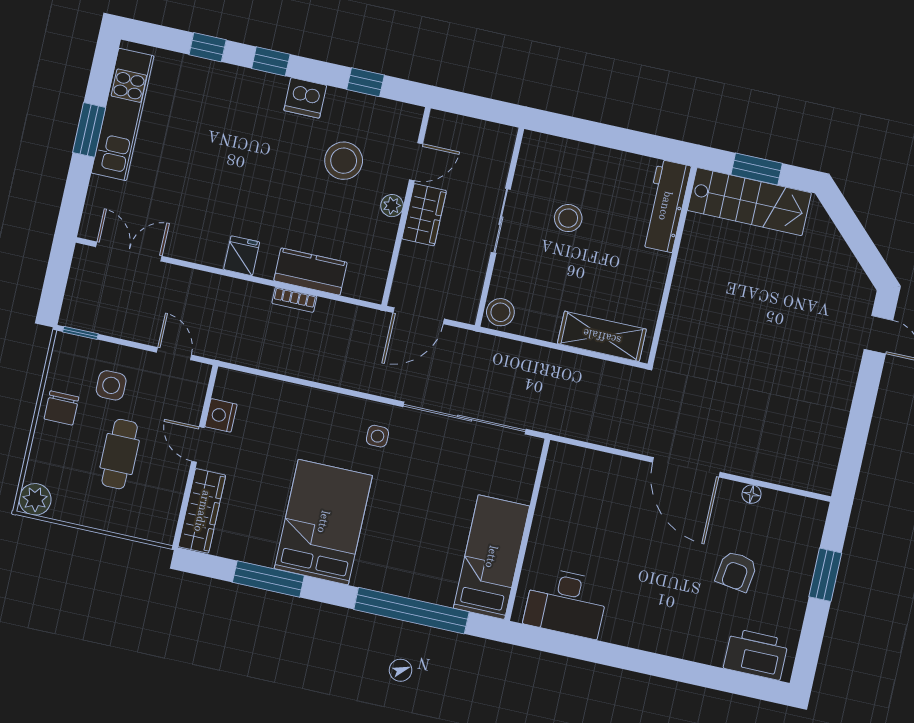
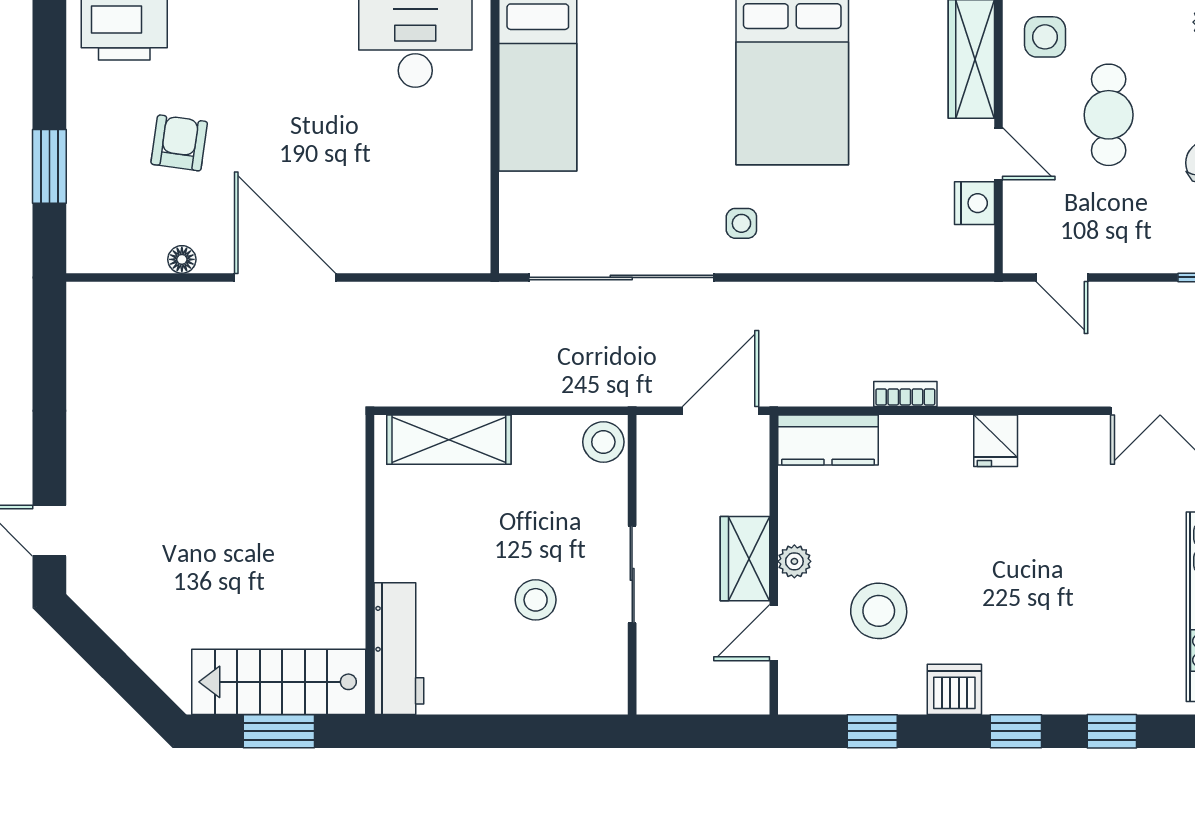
kitchen counter: (310, 272) -> (828, 440), moved
side table: (111, 385) -> (1045, 37), moved

